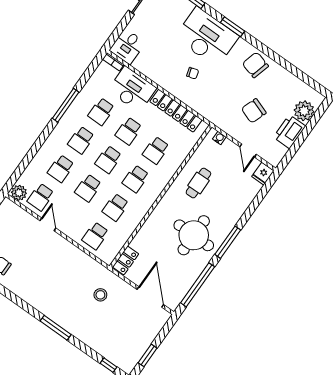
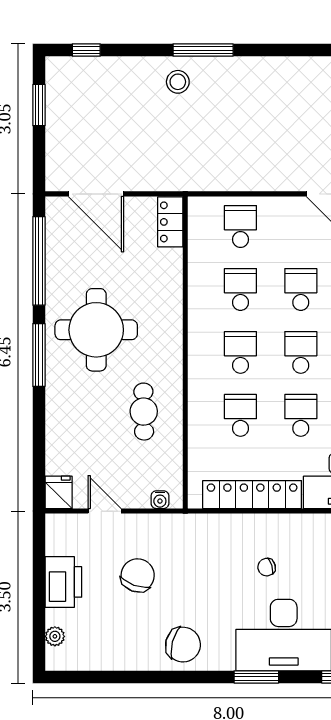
plant: (304, 111) -> (55, 636), width x0.53, depth x0.53
stool: (100, 295) -> (178, 82), moved

